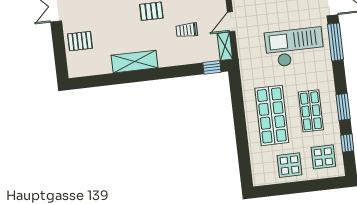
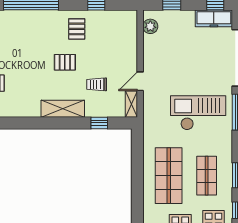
shelving: (135, 62) -> (63, 109), moved
window: (212, 67) -> (99, 123), moved

